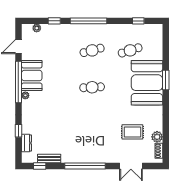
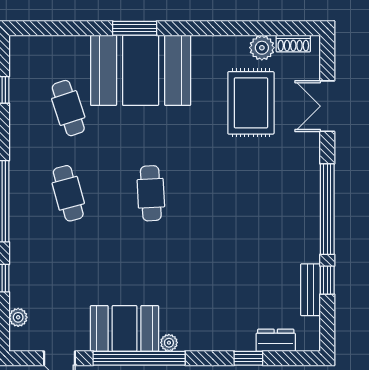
rug: (132, 132) -> (251, 103), width x1.36, depth x1.43
window: (40, 166) -> (327, 280), moved
double door: (131, 166) -> (327, 106), swing flipped

